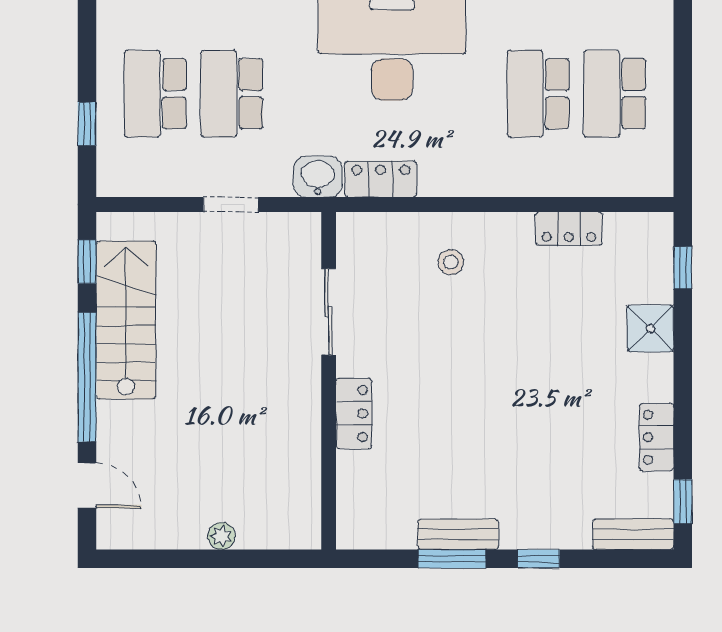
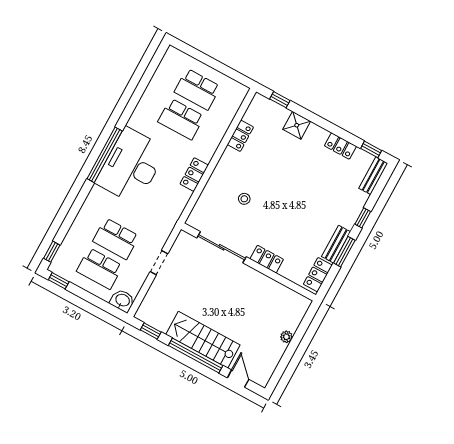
window: (87, 124) -> (59, 281), moved
washbasin: (318, 177) -> (122, 301), moved, turned 90
locker: (381, 179) -> (194, 175), moved
stool: (451, 262) -> (244, 199), moved
sliding door: (329, 312) -> (222, 247), width x1.37
stairs: (126, 320) -> (203, 340), moved
door: (87, 486) -> (238, 379), hinge flipped
locker: (378, 531) -> (318, 275), added

